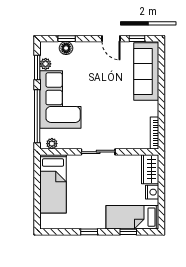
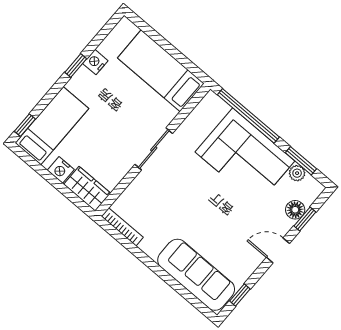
door: (111, 39) -> (278, 250), moved
plant: (52, 144) -> (205, 107), removed
nightstand: (78, 223) -> (95, 62), added
window: (128, 232) -> (25, 125), moved

